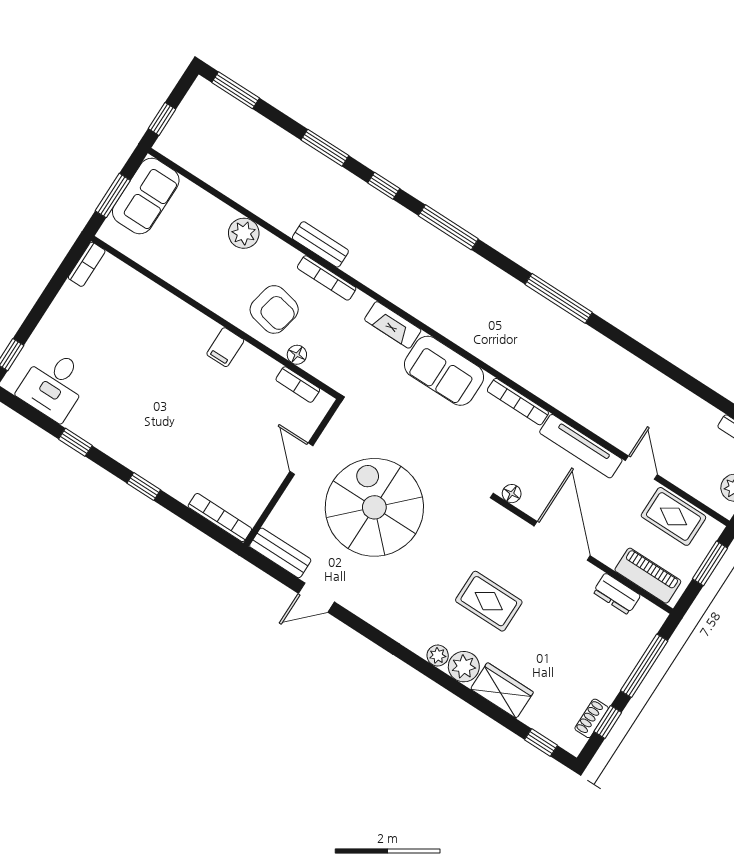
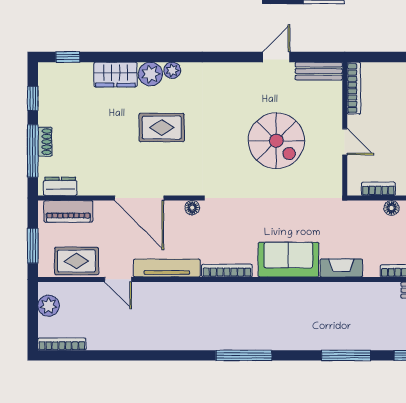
spiral stairs: (374, 507) -> (276, 141), width x0.73, depth x0.73
bookcase: (220, 518) -> (354, 88), moved, turned -90
dresser: (617, 594) -> (60, 186), moved
shoe rack: (592, 718) -> (45, 142), moved

